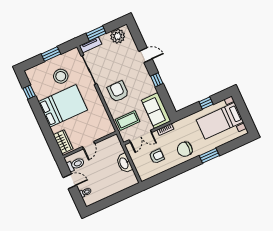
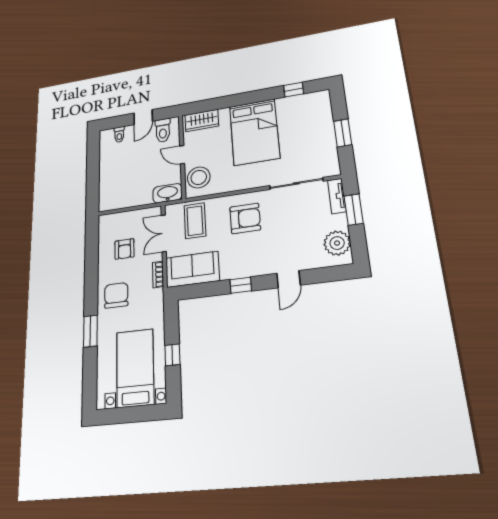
stool: (61, 76) -> (199, 177), moved
washbasin: (124, 163) -> (167, 193), moved

